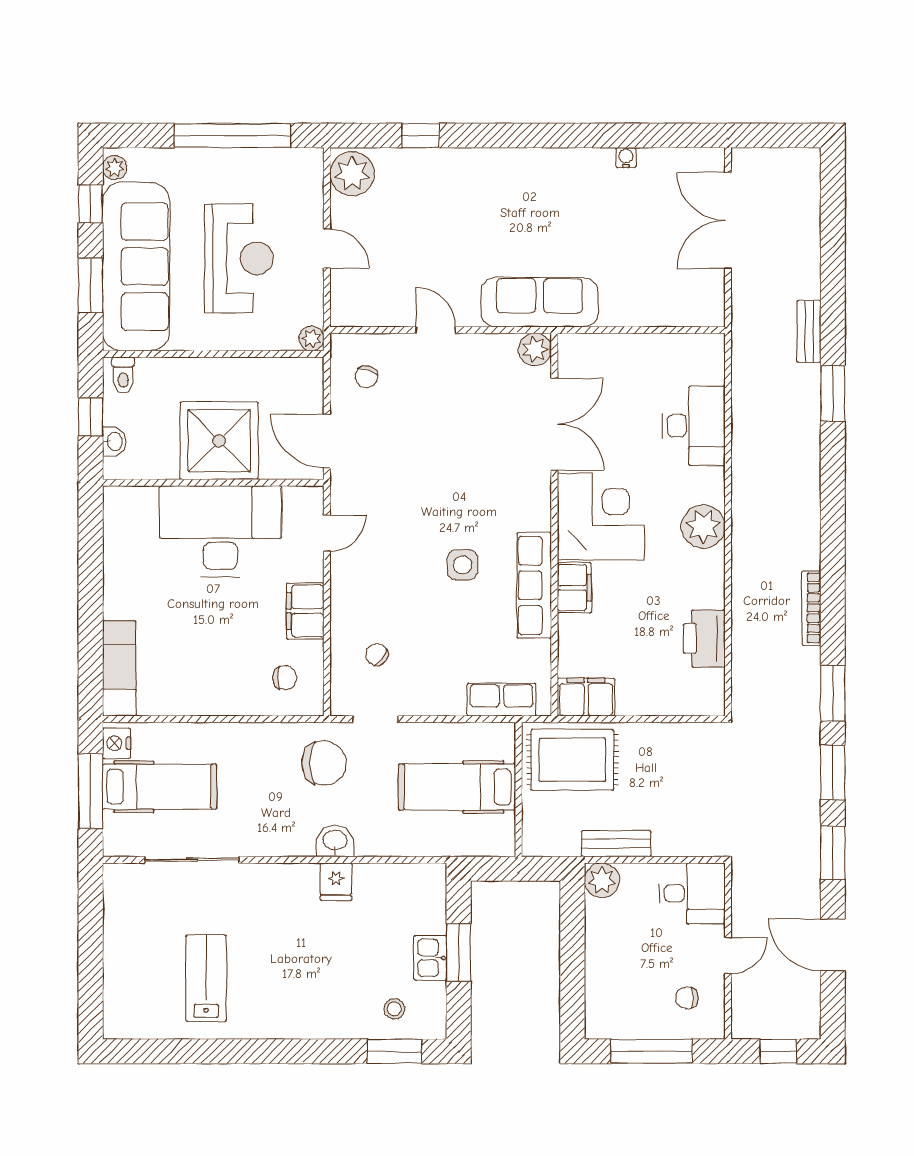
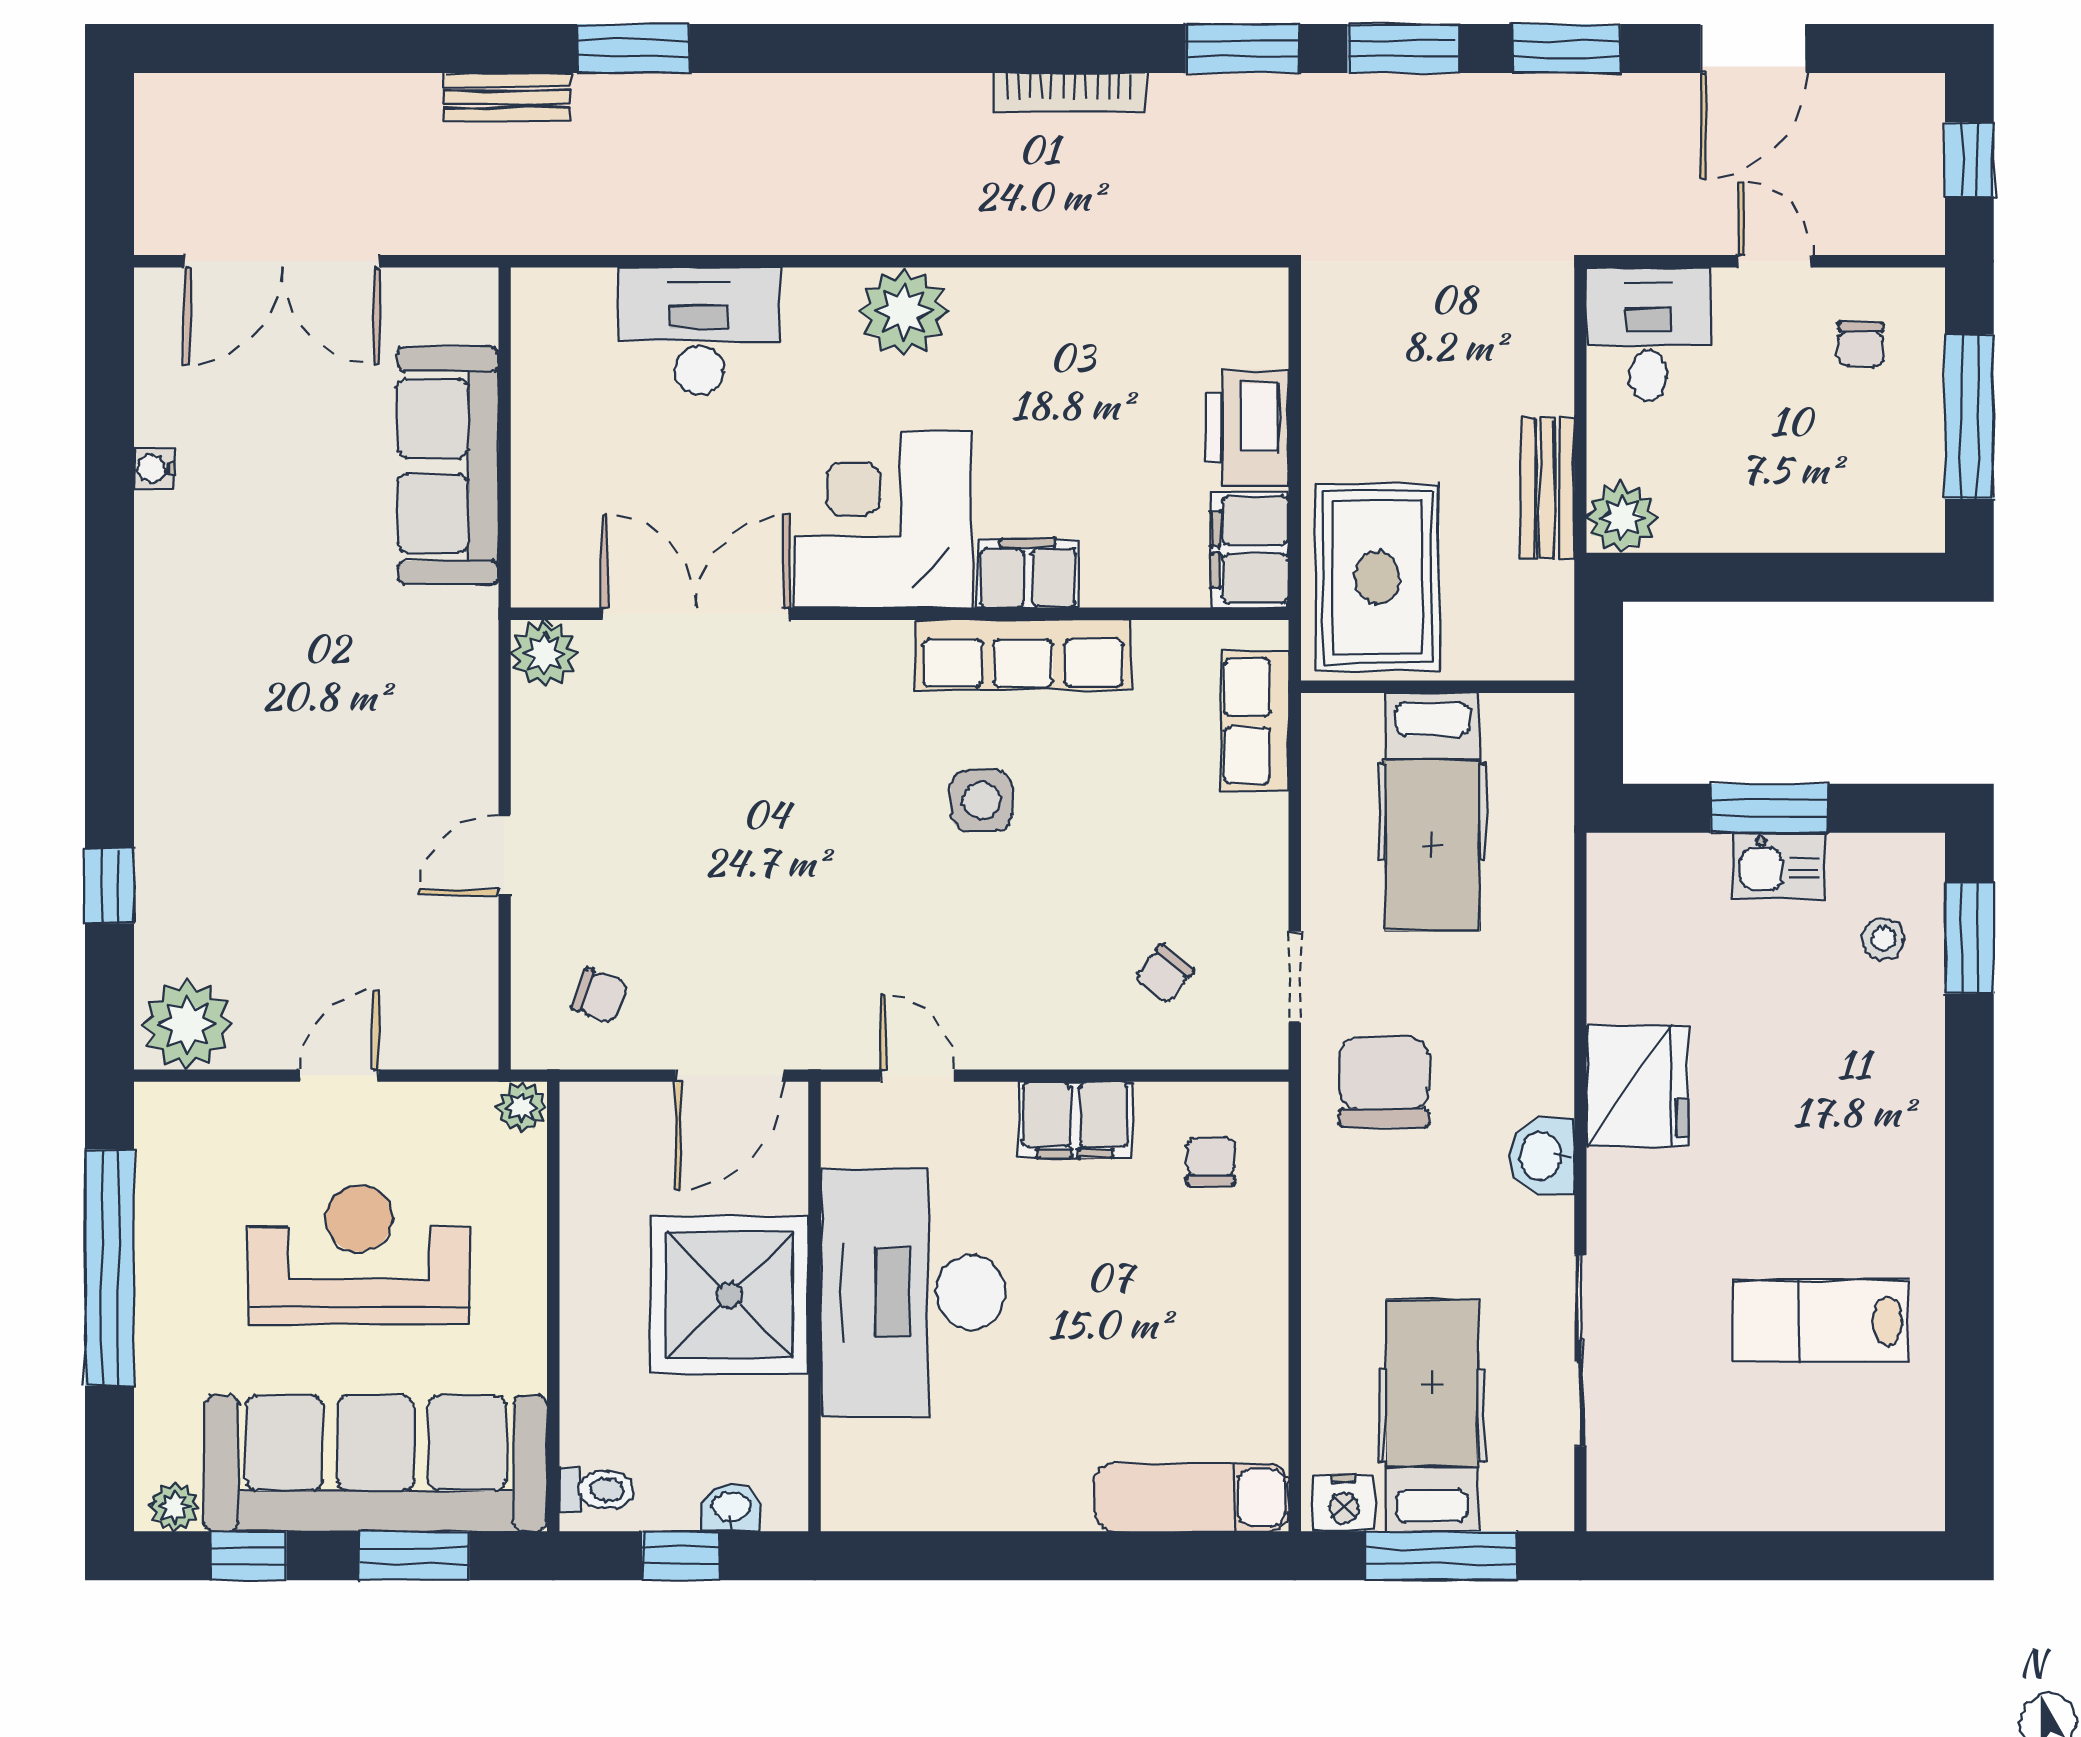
sofa: (540, 302) -> (448, 466), moved
printer: (704, 639) -> (1247, 428), moved, turned 90
washbasin: (335, 841) -> (1542, 1156), moved
fridge: (336, 882) -> (1638, 1086), width x1.88, depth x1.34

